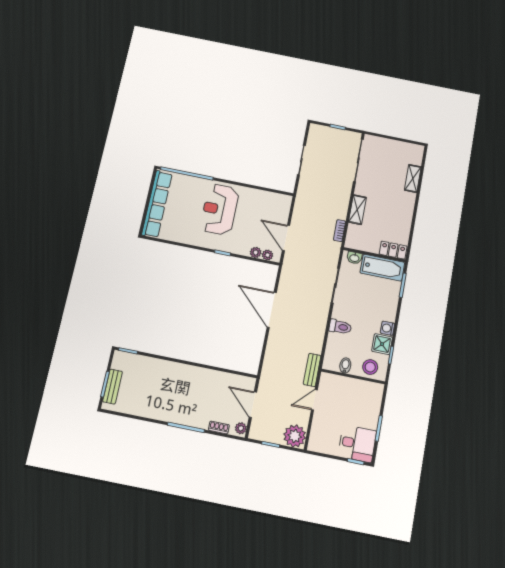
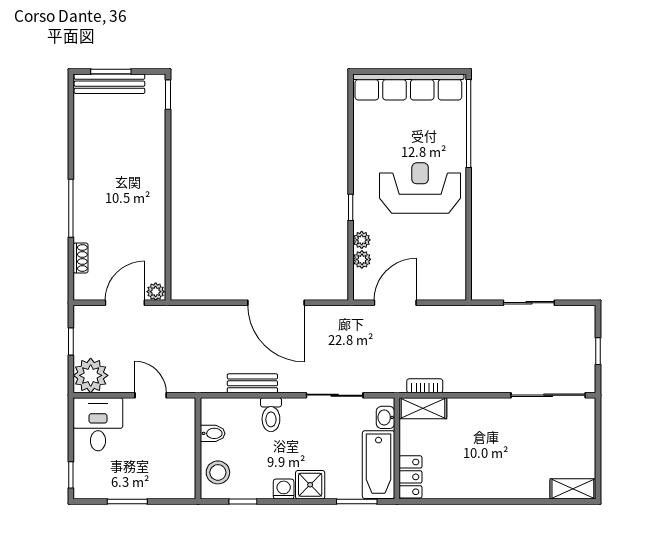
shelving: (413, 179) -> (573, 489), moved
shelving: (357, 210) -> (423, 408), moved
plant: (268, 255) -> (362, 240), moved
door: (272, 310) -> (276, 303), swing flipped
shower: (382, 344) -> (310, 485), moved
bench: (312, 370) -> (252, 383), moved
bench: (113, 387) -> (109, 84), width x1.36
plant: (241, 428) -> (156, 292), moved
desk: (357, 444) -> (98, 424), moved, turned 180

